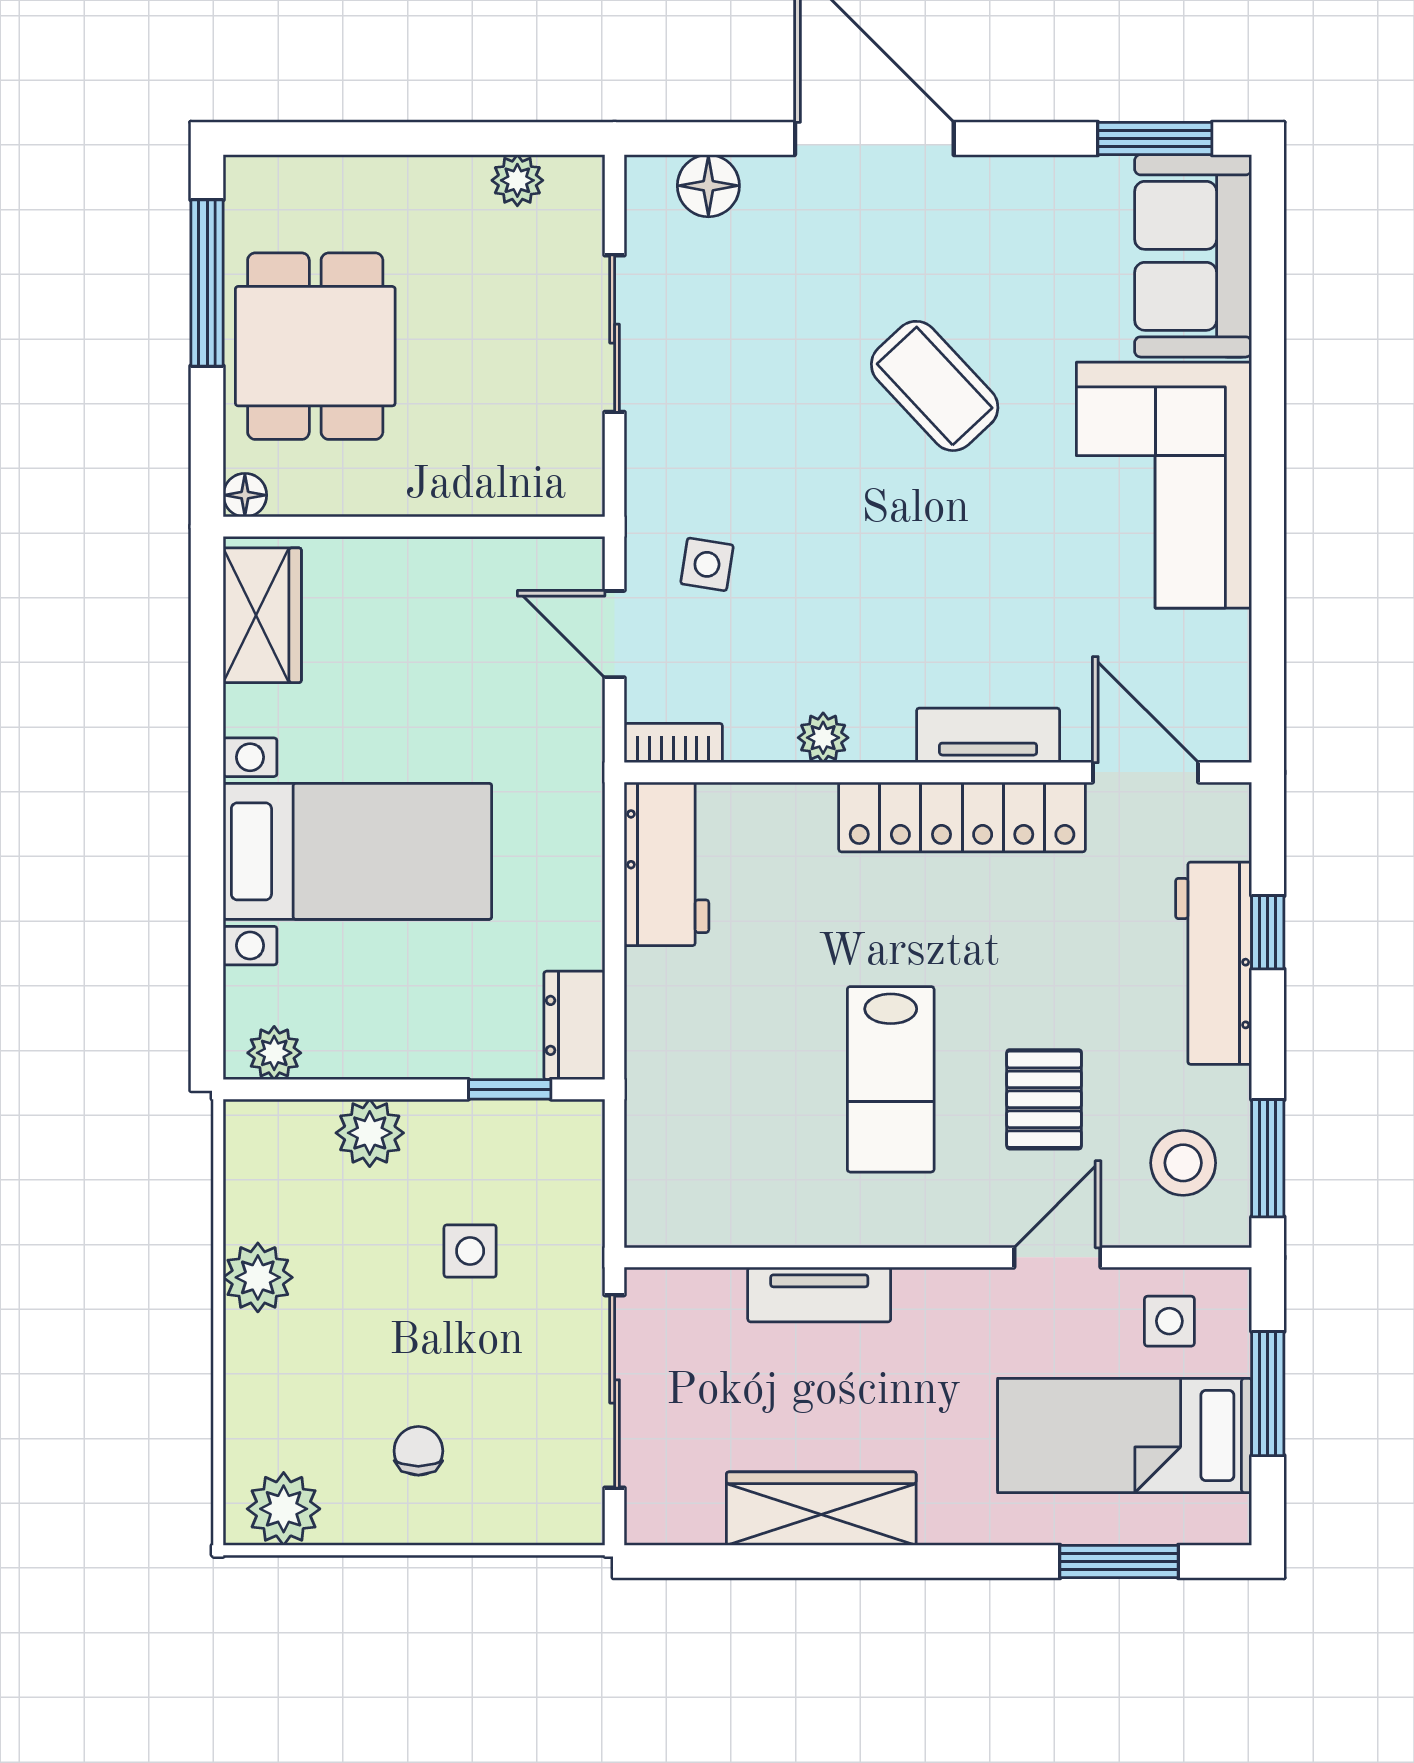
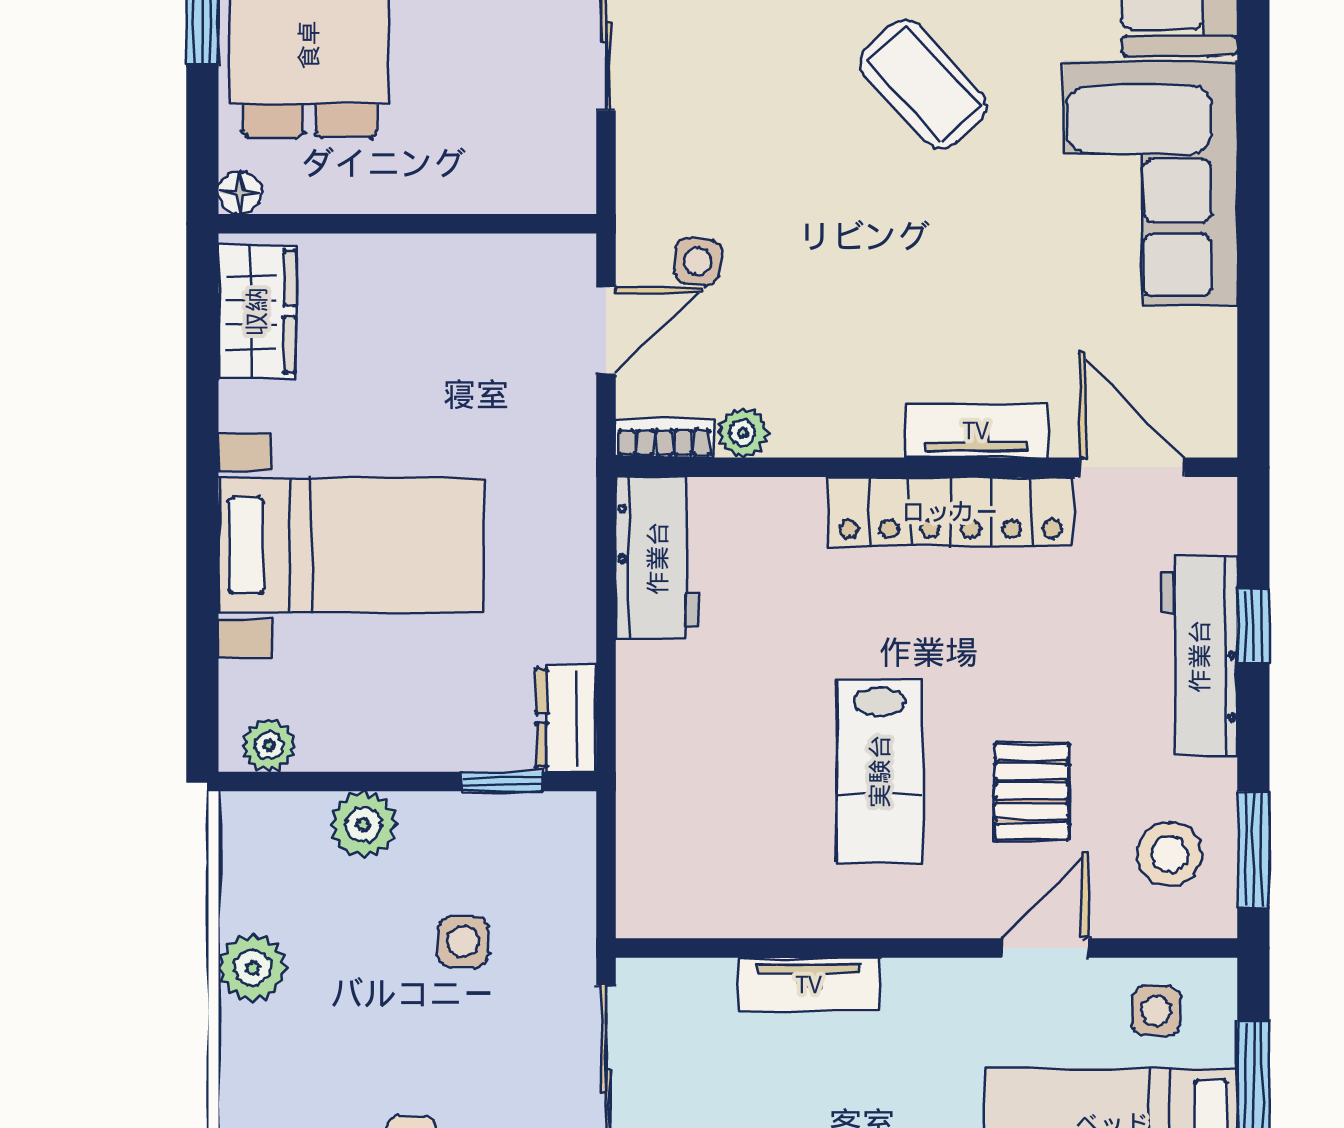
door: (615, 634) -> (606, 330), swing flipped
plant: (823, 738) -> (743, 433), moved

